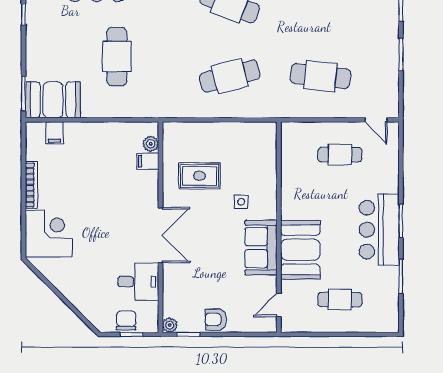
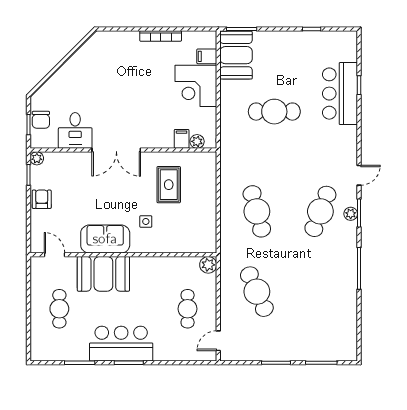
cafe table: (320, 76) -> (257, 292), turned -30
plant: (290, 131) -> (208, 265), added
corner desk: (49, 233) -> (196, 86), moved, turned 90
chair: (126, 320) -> (41, 120), turned 90

